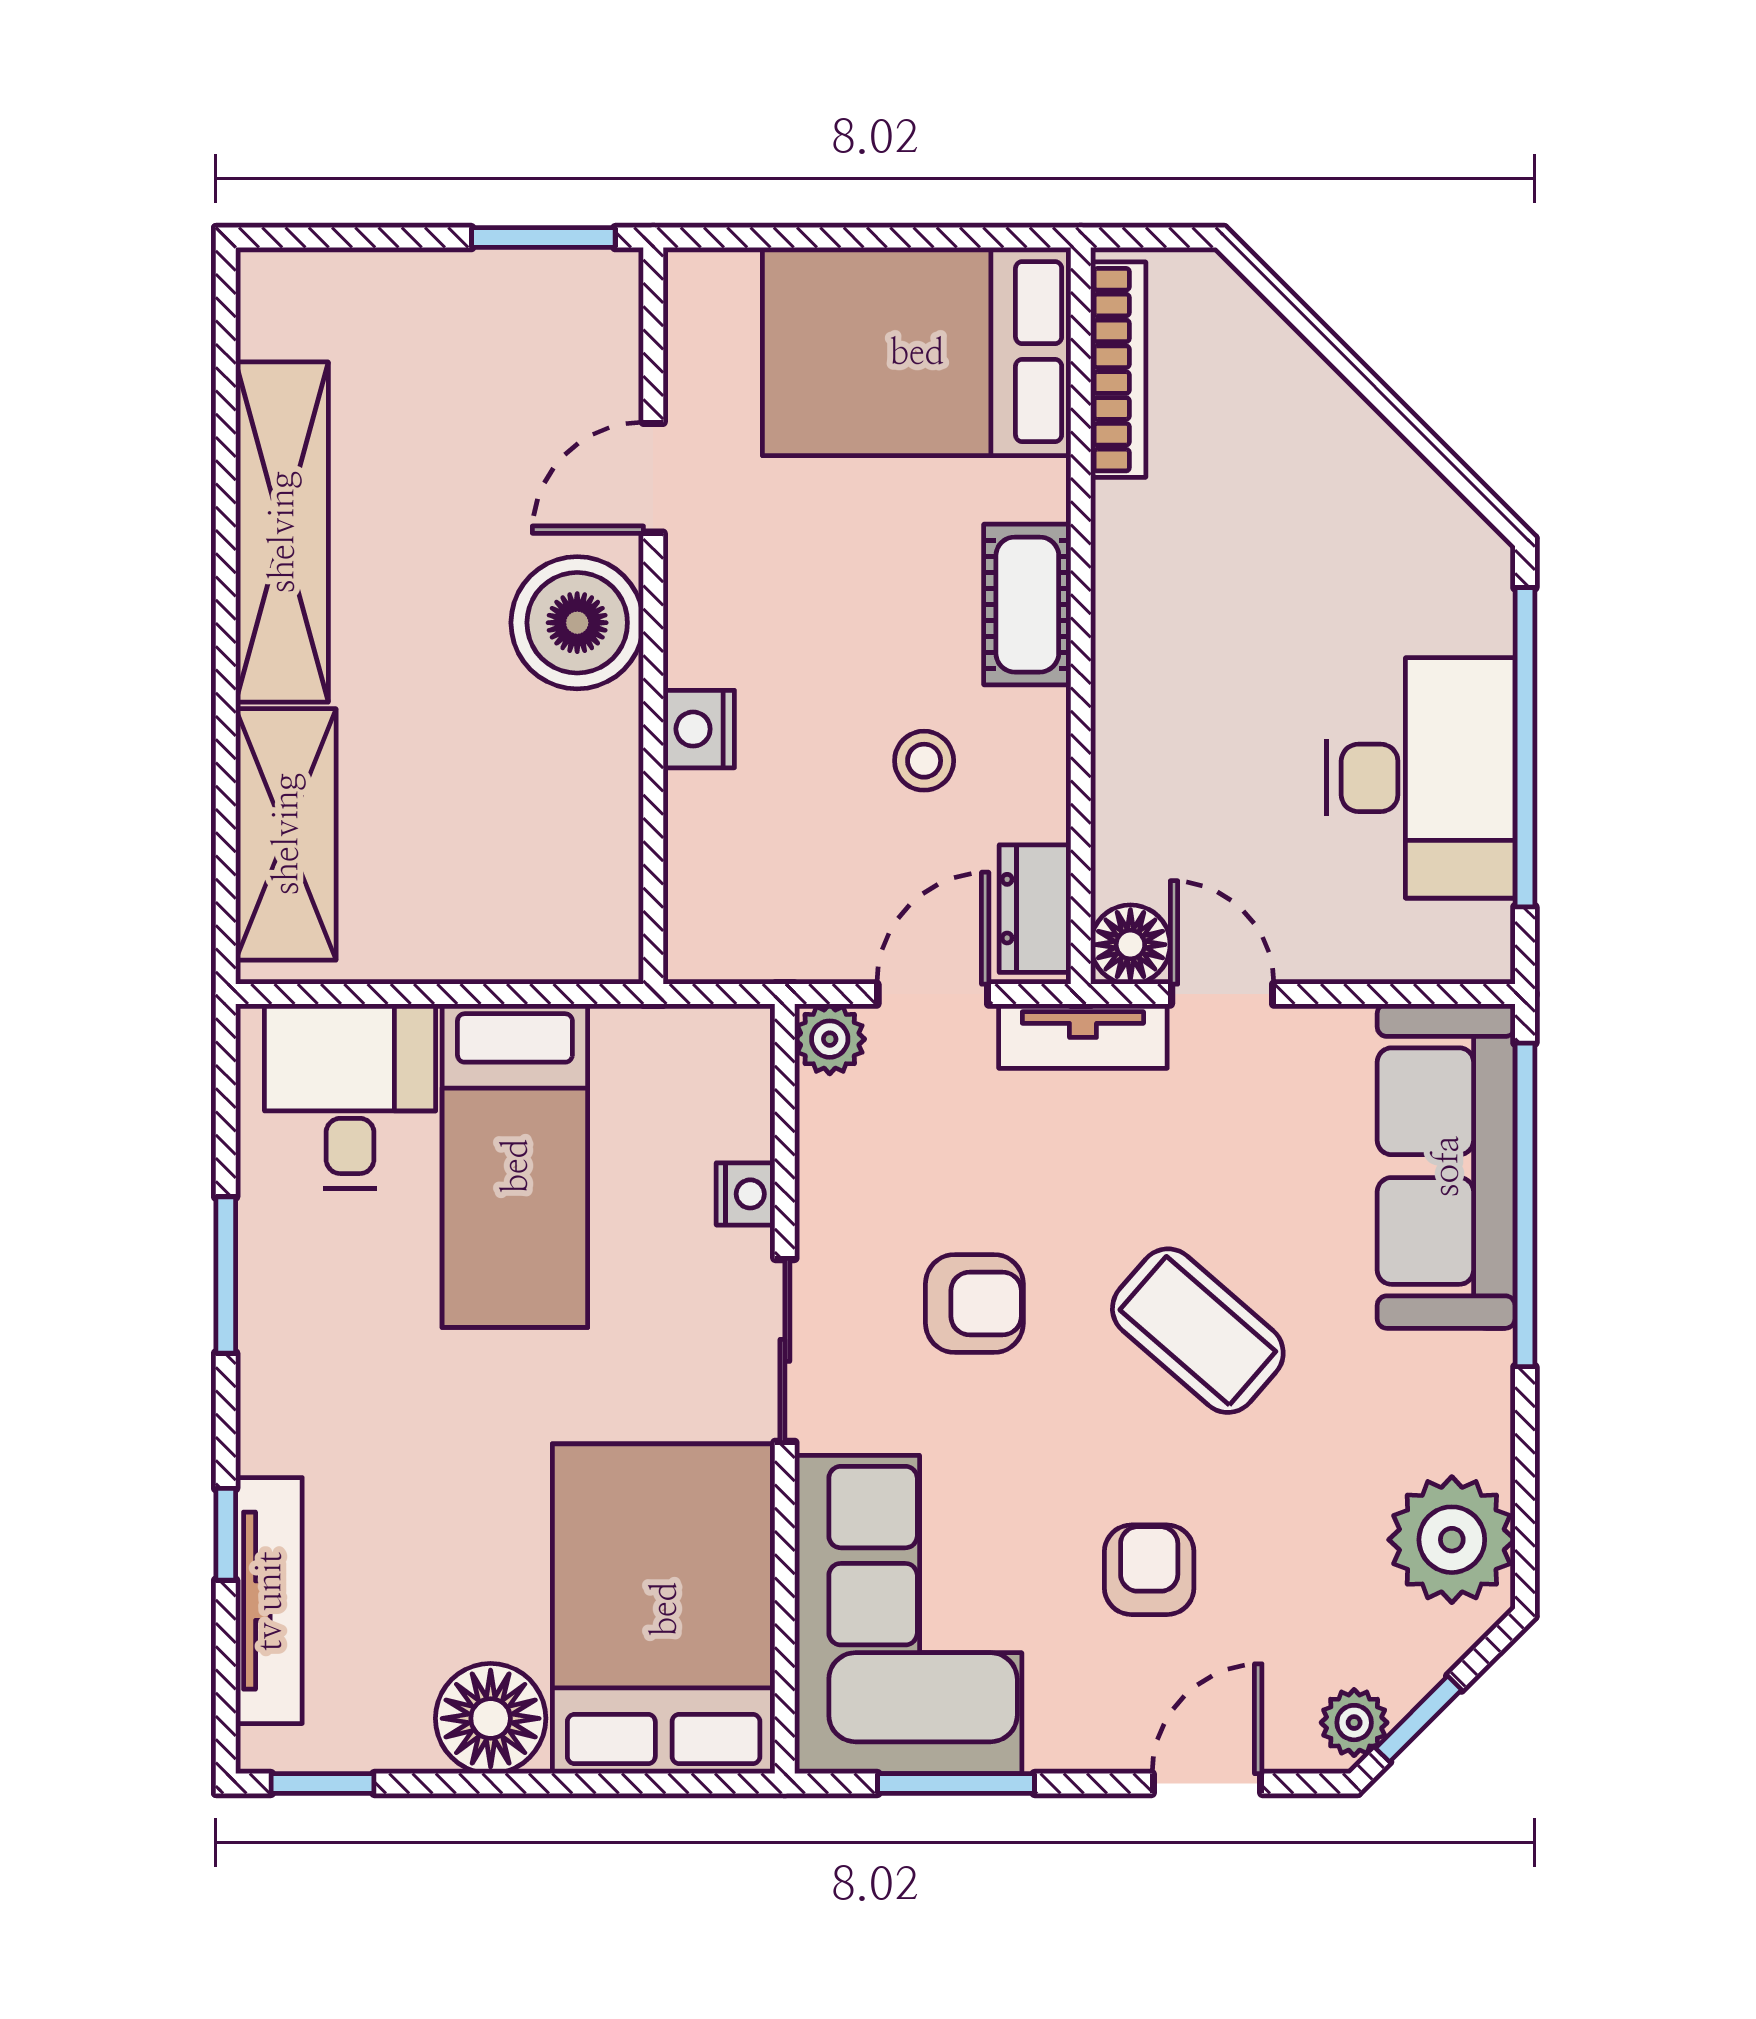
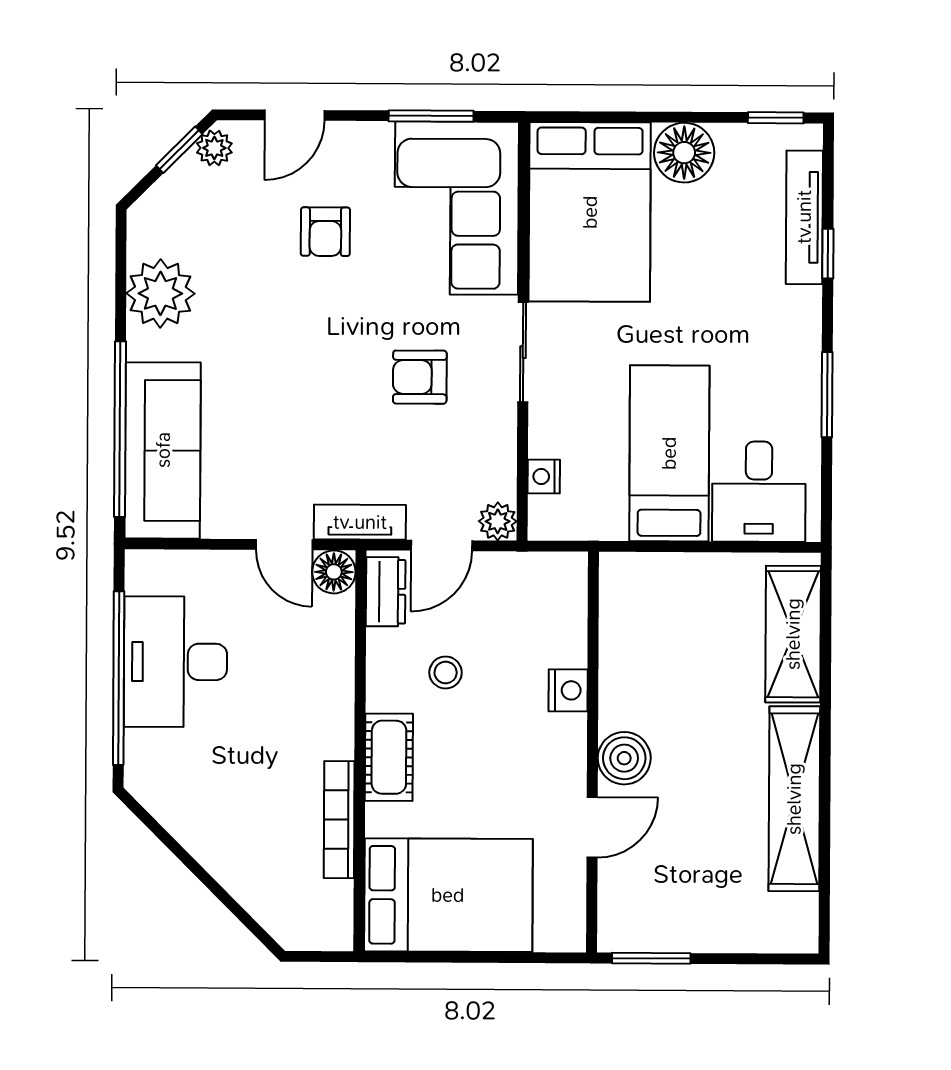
bookcase: (1118, 370) -> (339, 820), moved
boiler: (577, 623) -> (624, 758), width x0.73, depth x0.73
nightstand: (746, 1194) -> (544, 477), moved
coffee table: (1198, 1331) -> (298, 362), removed
plant: (1452, 1540) -> (160, 293), moved

